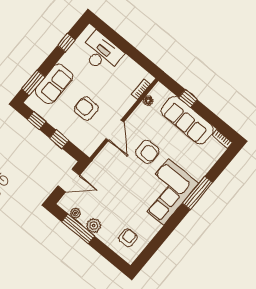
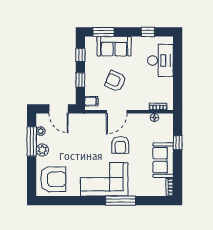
armchair: (86, 109) -> (115, 81), turned -66
sofa: (187, 120) -> (163, 160), width x0.73
filing cabinet: (86, 145) -> (91, 101), added
armchair: (128, 238) -> (53, 179), width x1.88, depth x1.88

